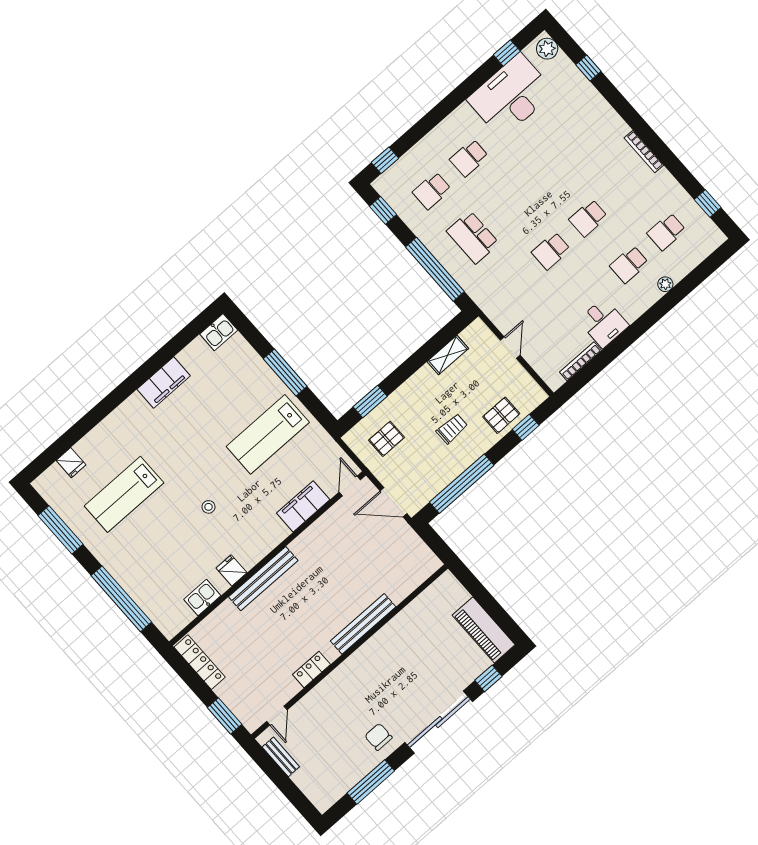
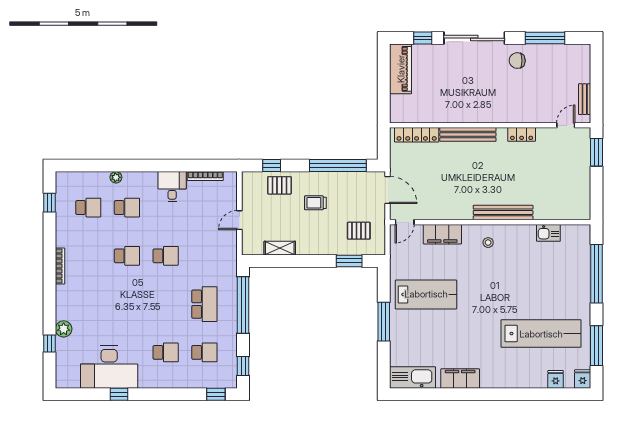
plant: (547, 49) -> (64, 329), moved
window: (507, 53) -> (119, 394), moved
kitchen sink: (219, 332) -> (413, 378), width x1.88, depth x1.24
lab bench: (124, 494) -> (541, 334), width x1.36
stool: (209, 507) -> (488, 243), moved
fridge: (231, 570) -> (583, 379), moved, turned 180
locker: (200, 662) -> (417, 135), moved, turned -90
chair: (378, 737) -> (517, 61), turned 90

